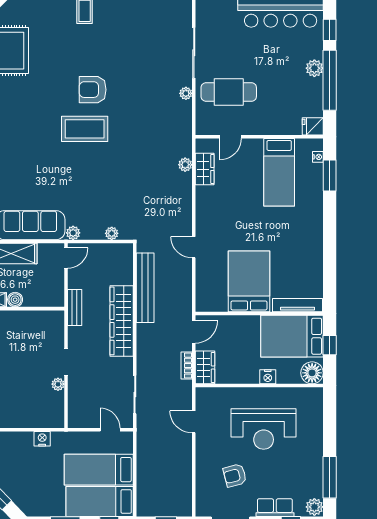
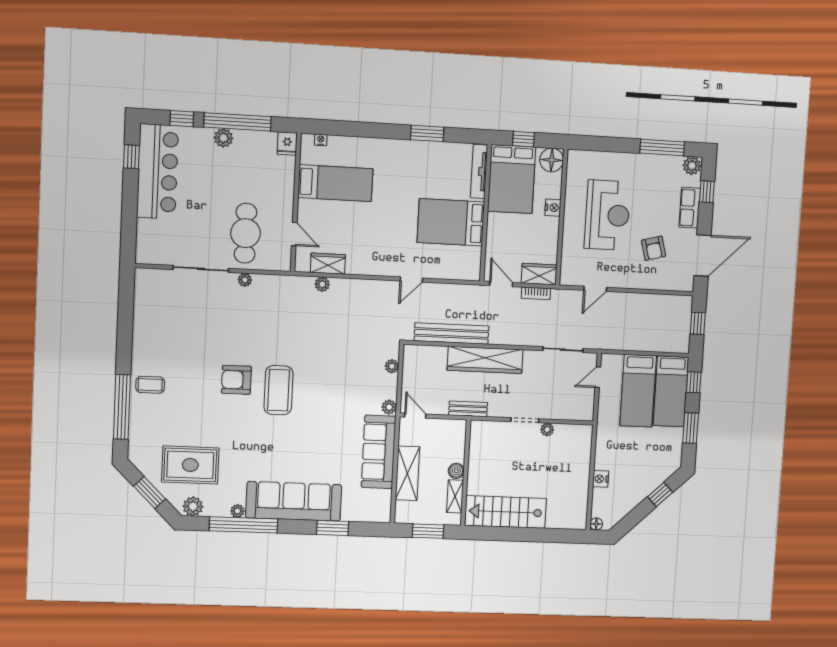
armchair: (93, 90) -> (236, 380), turned 90
window: (330, 175) -> (427, 133), moved
nightstand: (42, 439) -> (601, 479), moved

